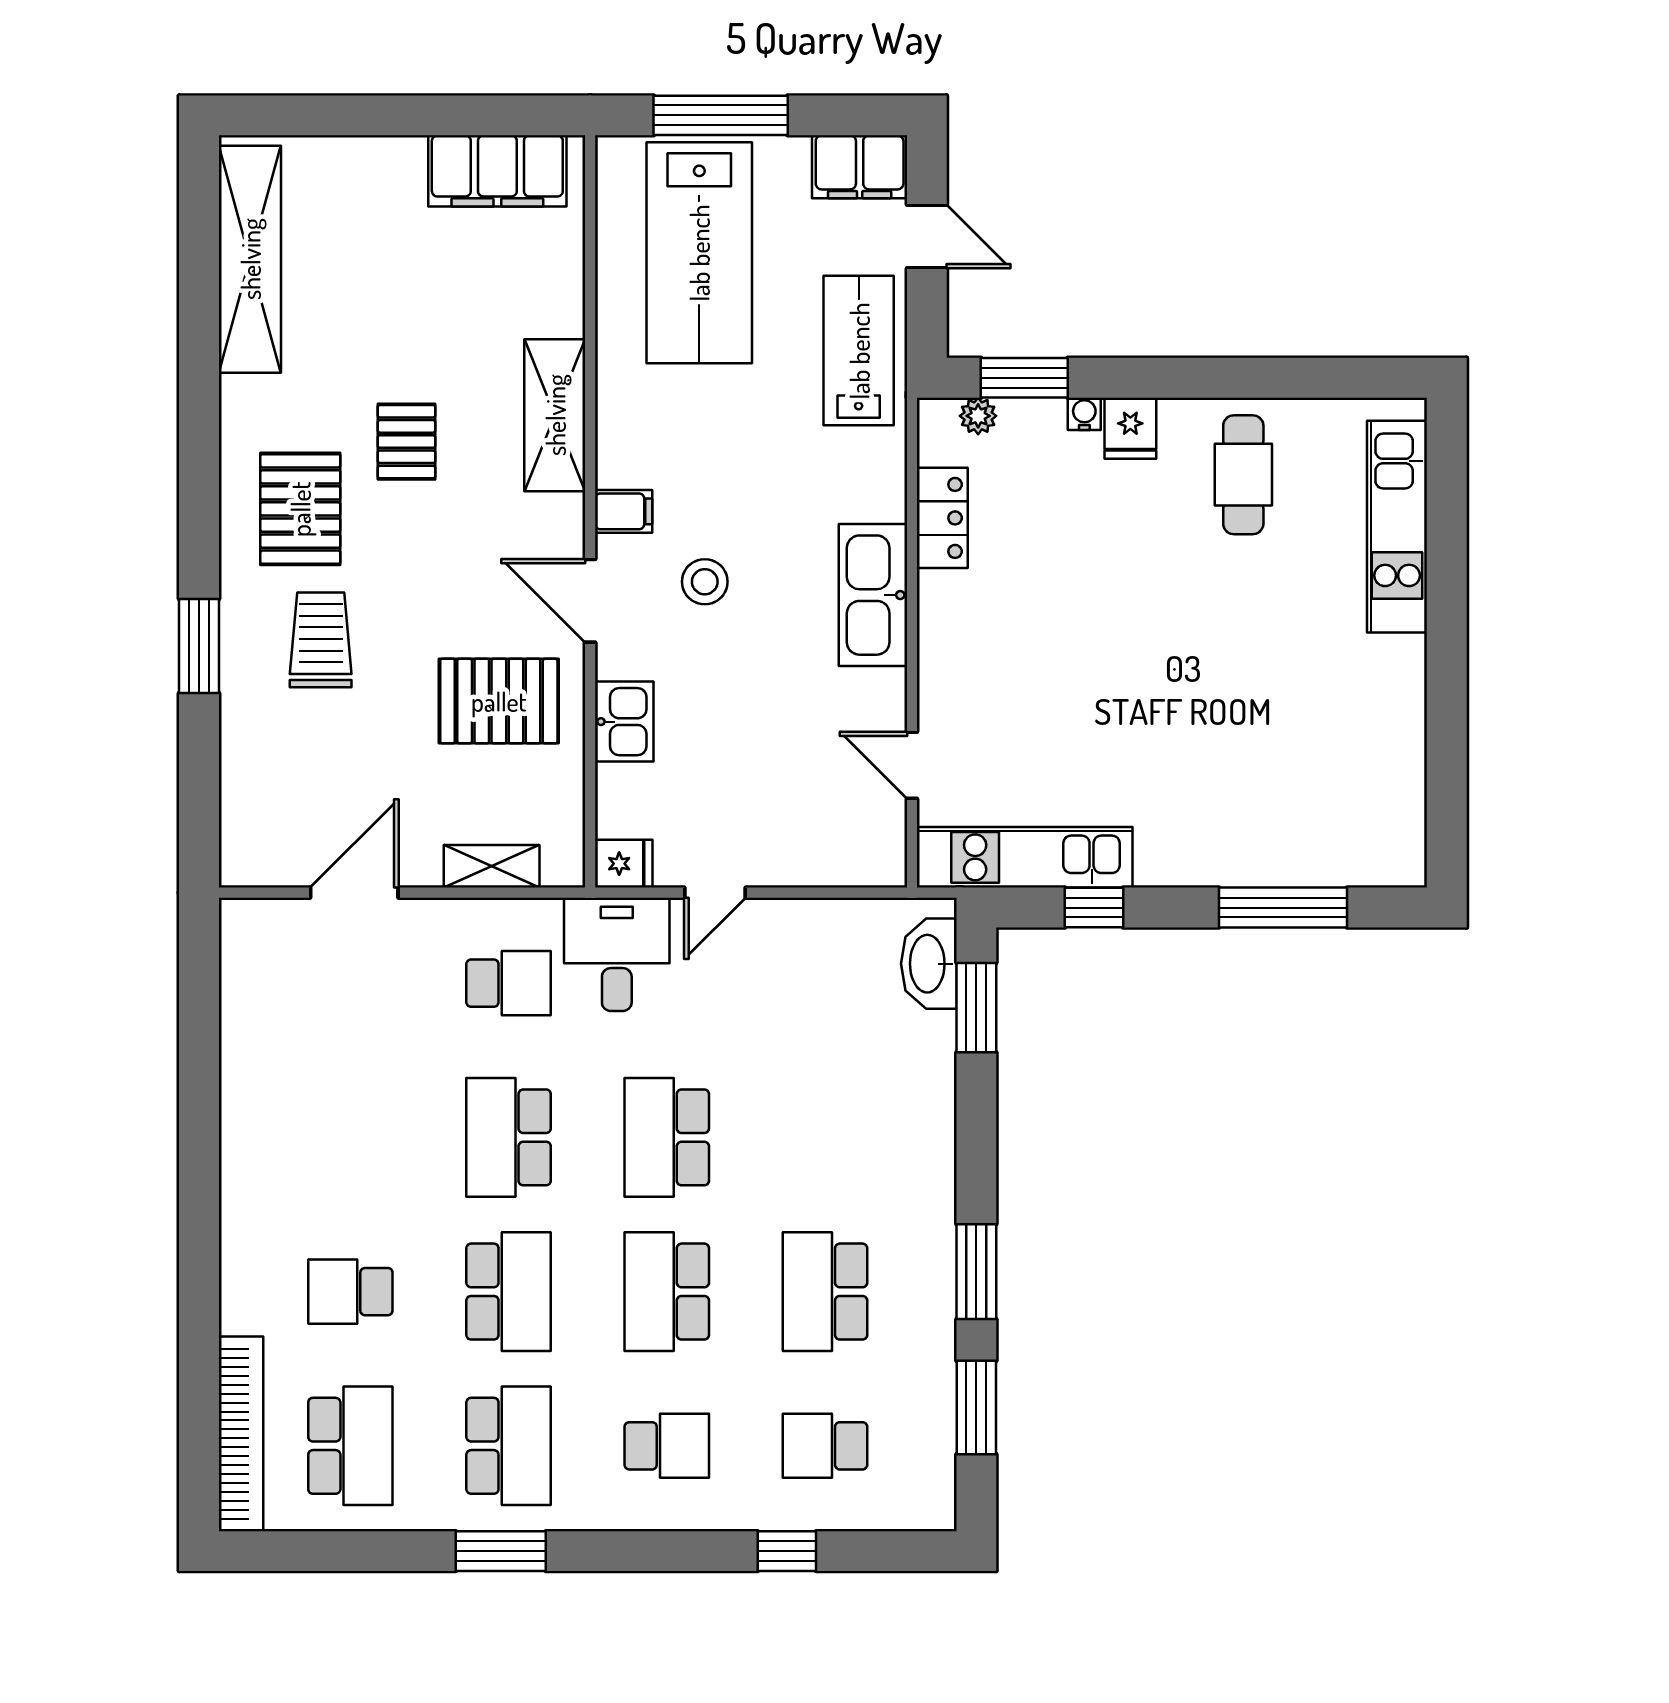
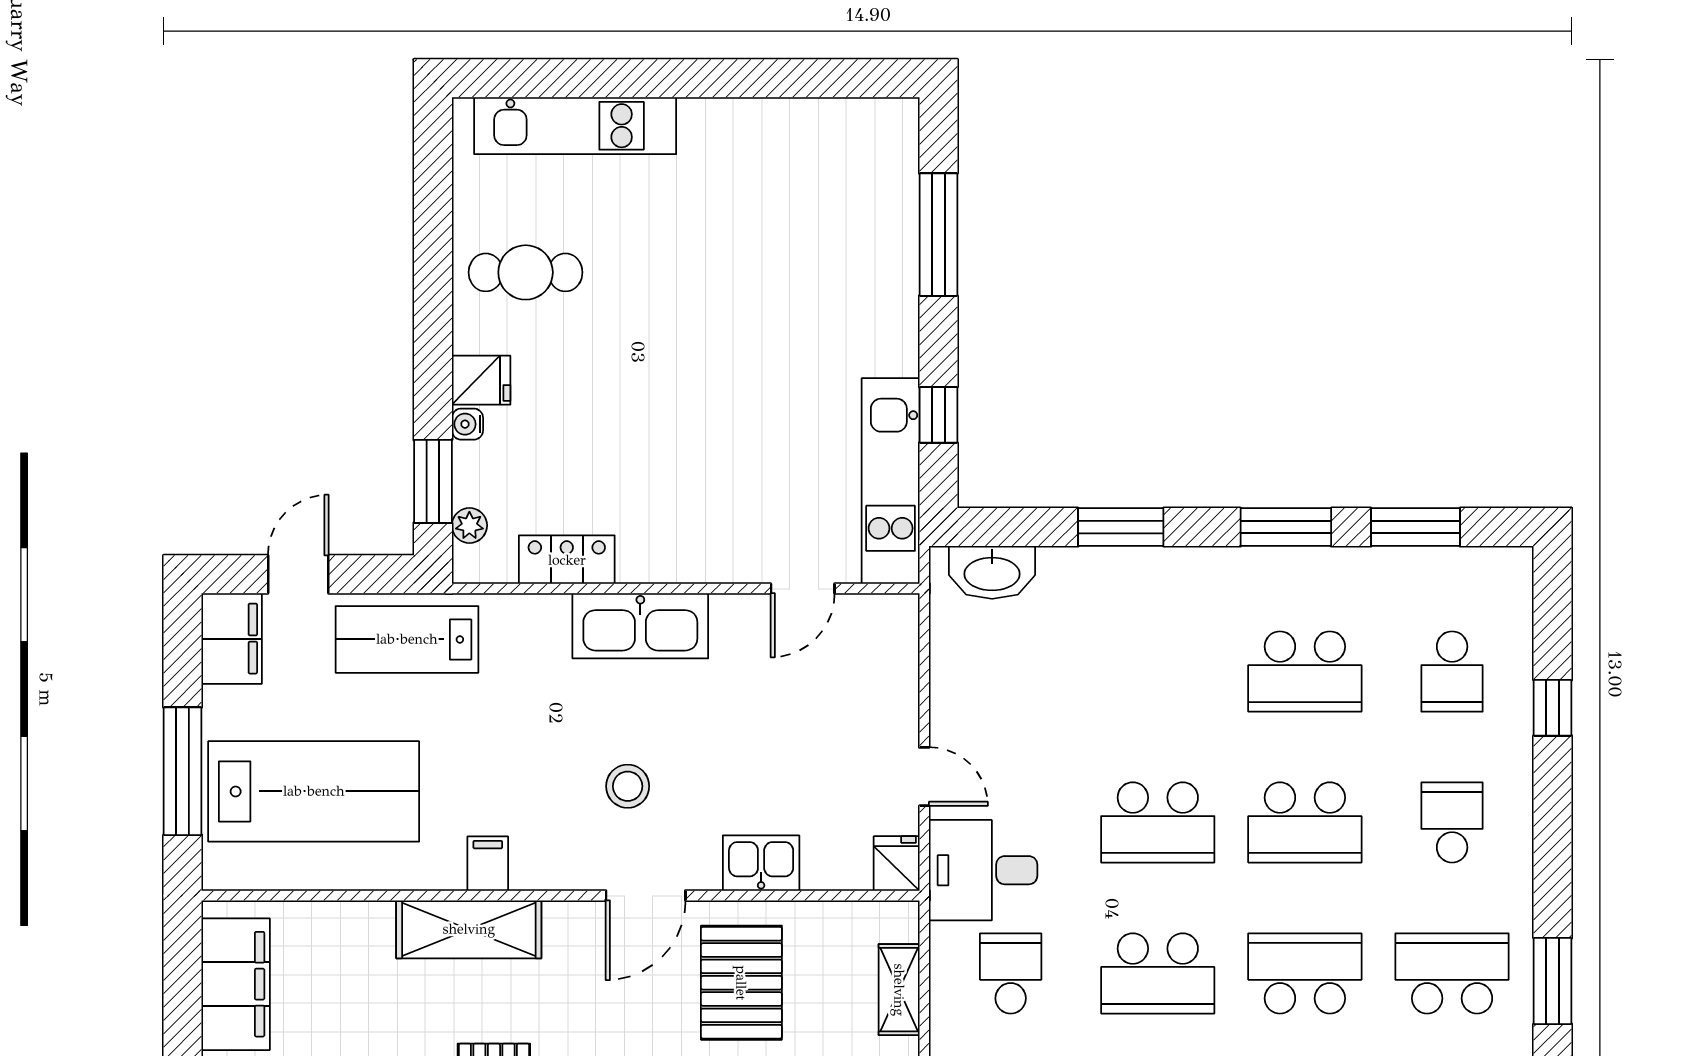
filing cabinet: (624, 511) -> (488, 864), moved
window: (976, 1008) -> (1121, 527), moved

